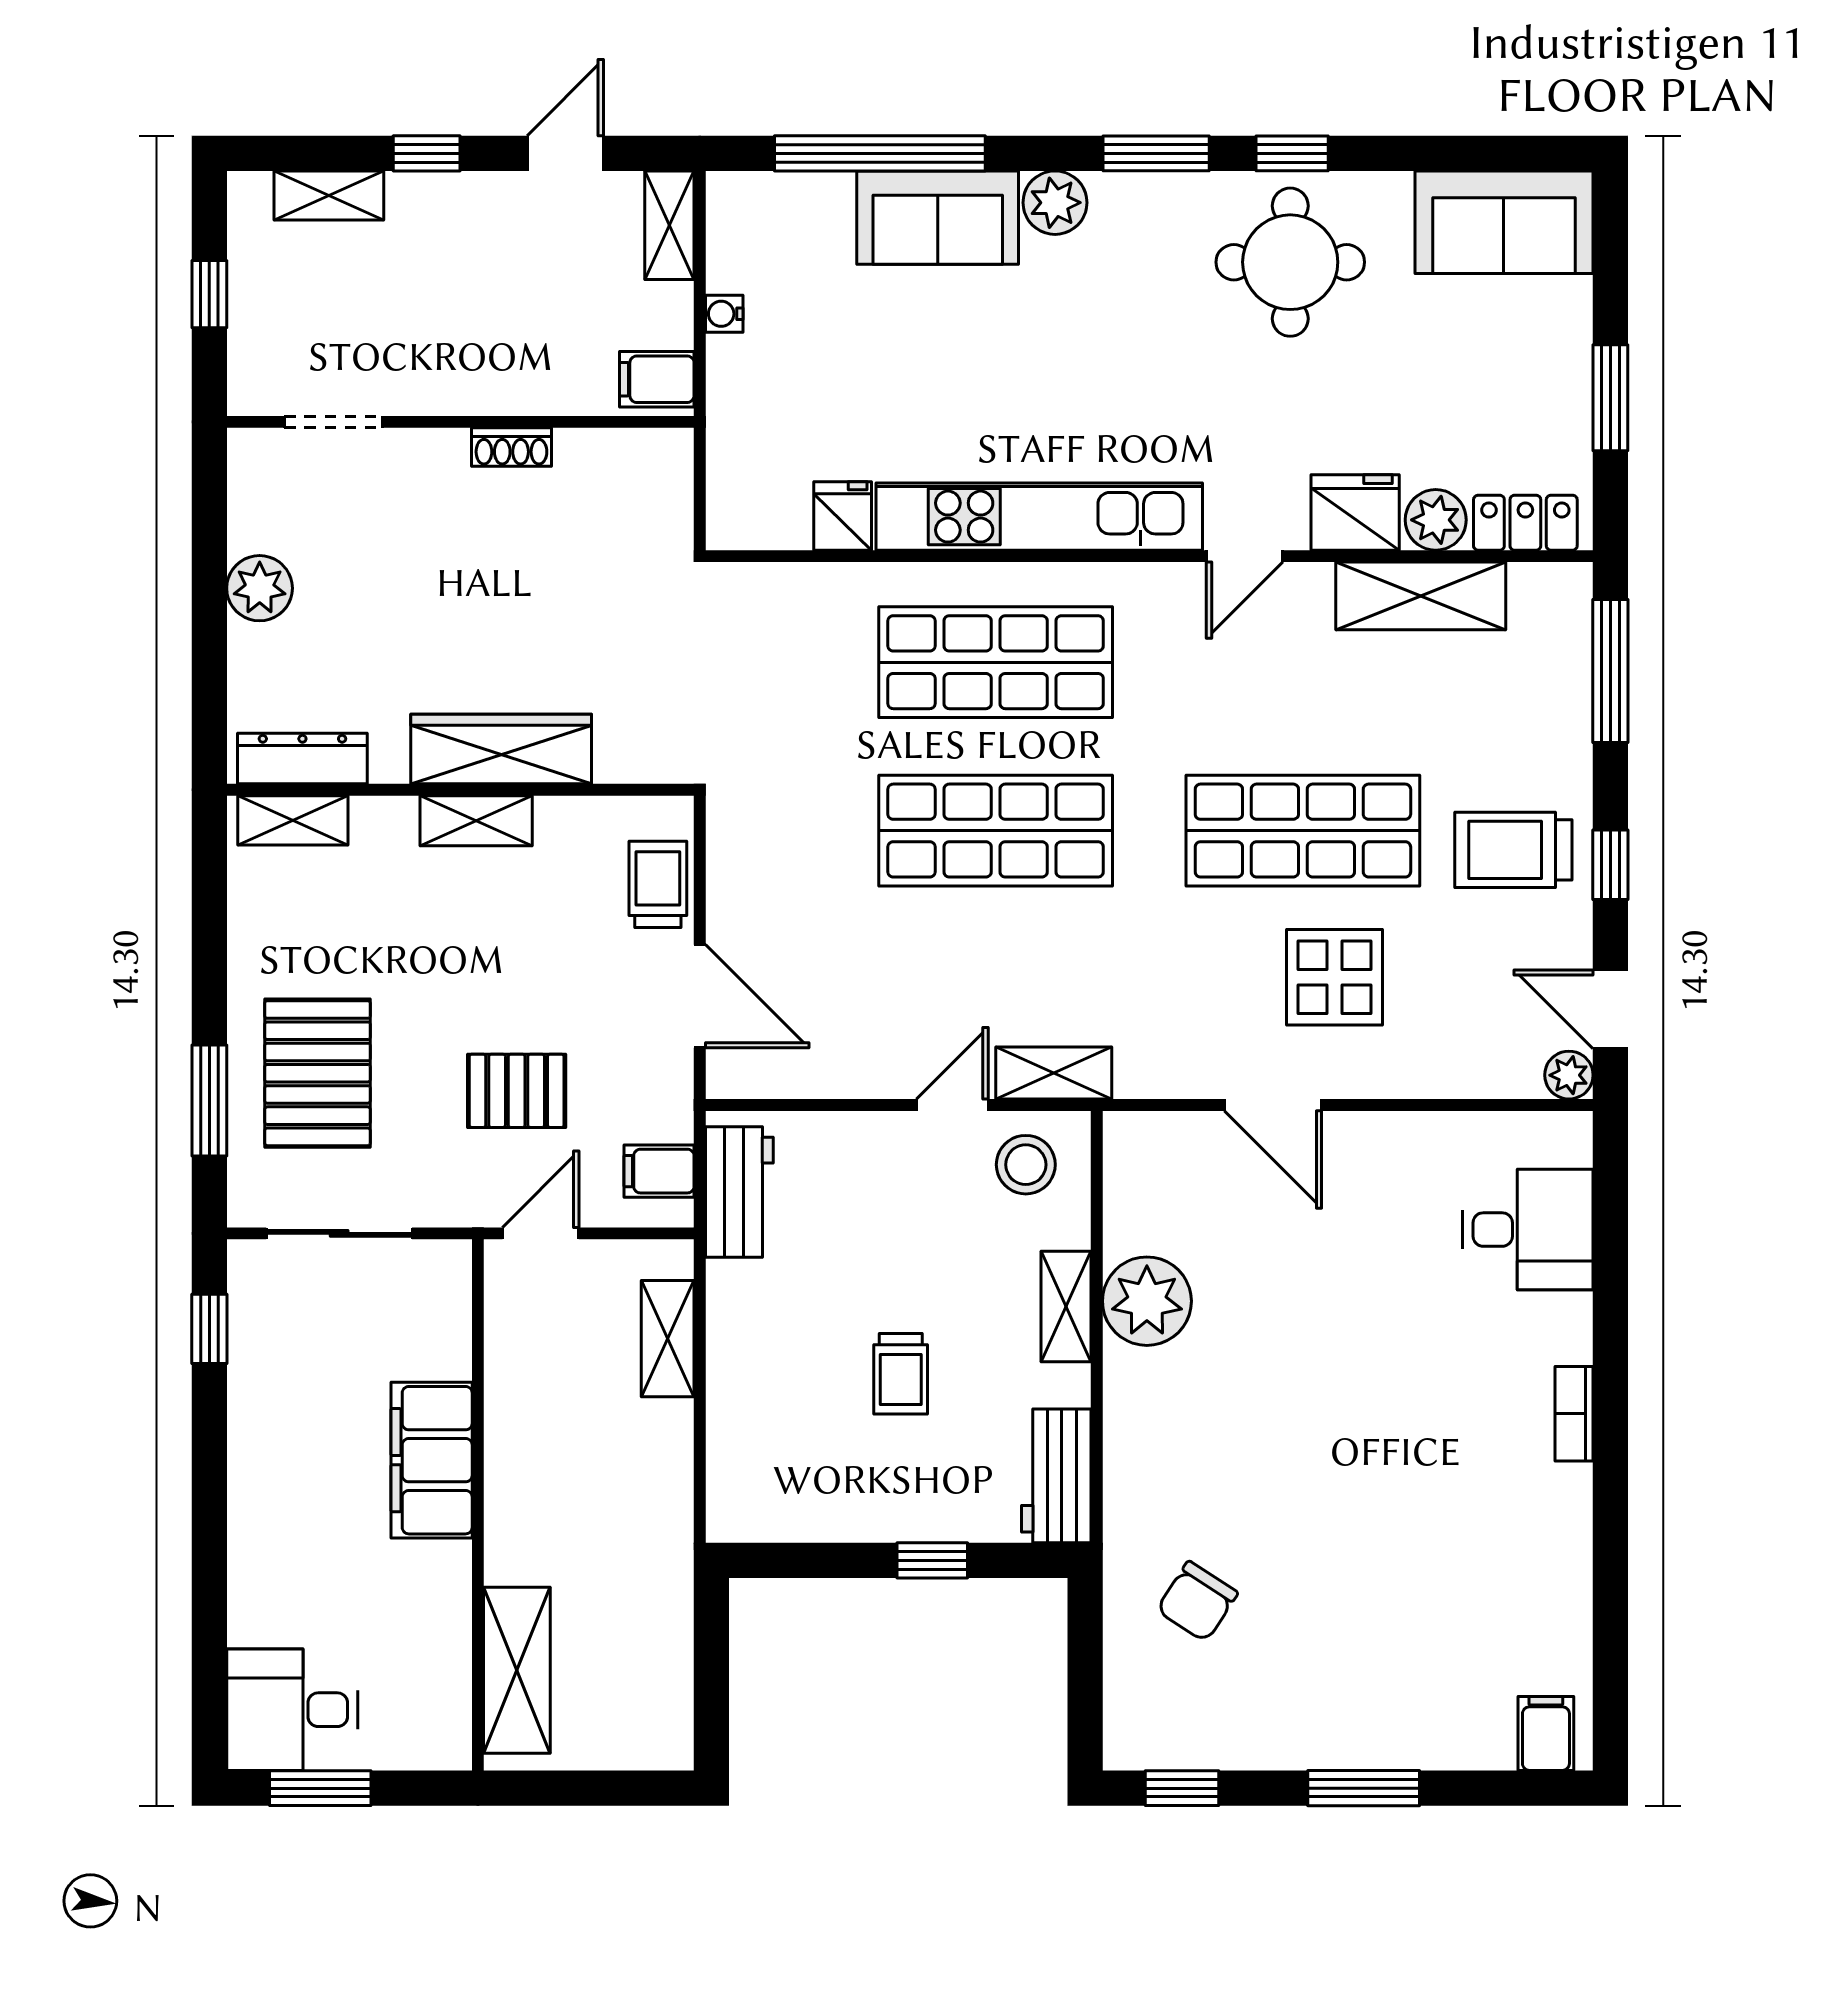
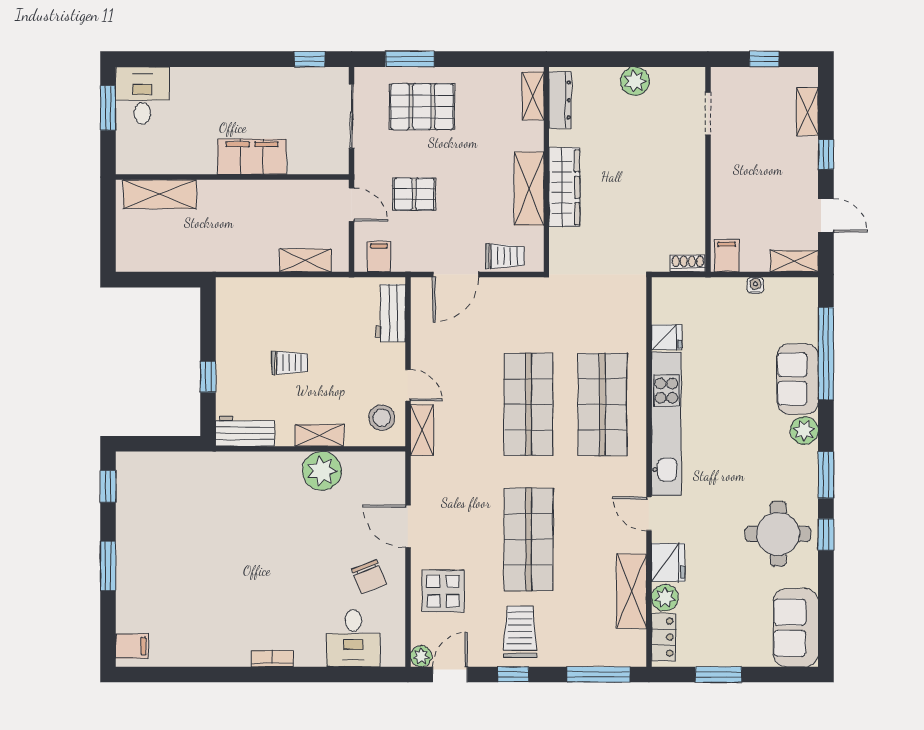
shoe rack: (511, 447) -> (688, 263), moved, turned 90
shelving: (476, 821) -> (529, 189), width x1.50, depth x1.33
display table: (1335, 977) -> (443, 591), moved
pallet: (517, 1091) -> (414, 194), turned 90
door: (1273, 1105) -> (408, 526), hinge flipped
workbench: (739, 1192) -> (391, 313), moved, turned 90
trolley: (901, 1374) -> (290, 363), turned 180
chair: (1197, 1601) -> (369, 577), moved, turned -145

